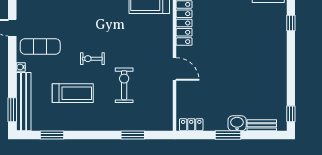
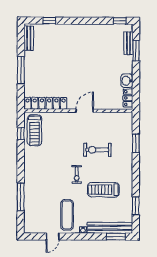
treadmill: (73, 93) -> (103, 190), turned -90
washbasin: (237, 123) -> (127, 81), moved
window: (228, 135) -> (136, 51), moved

